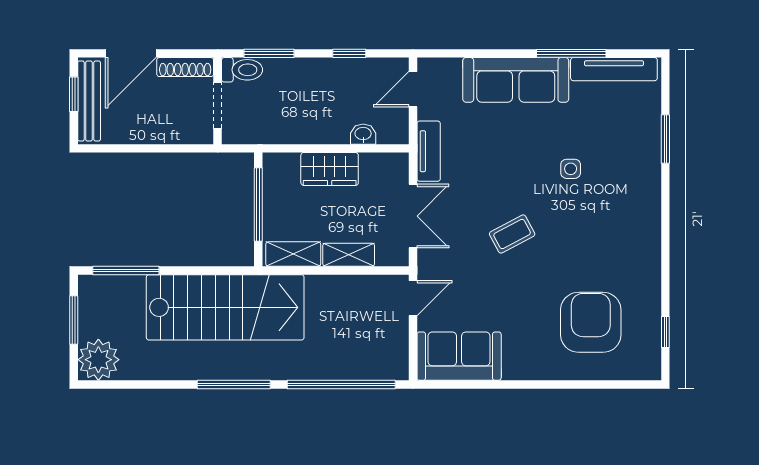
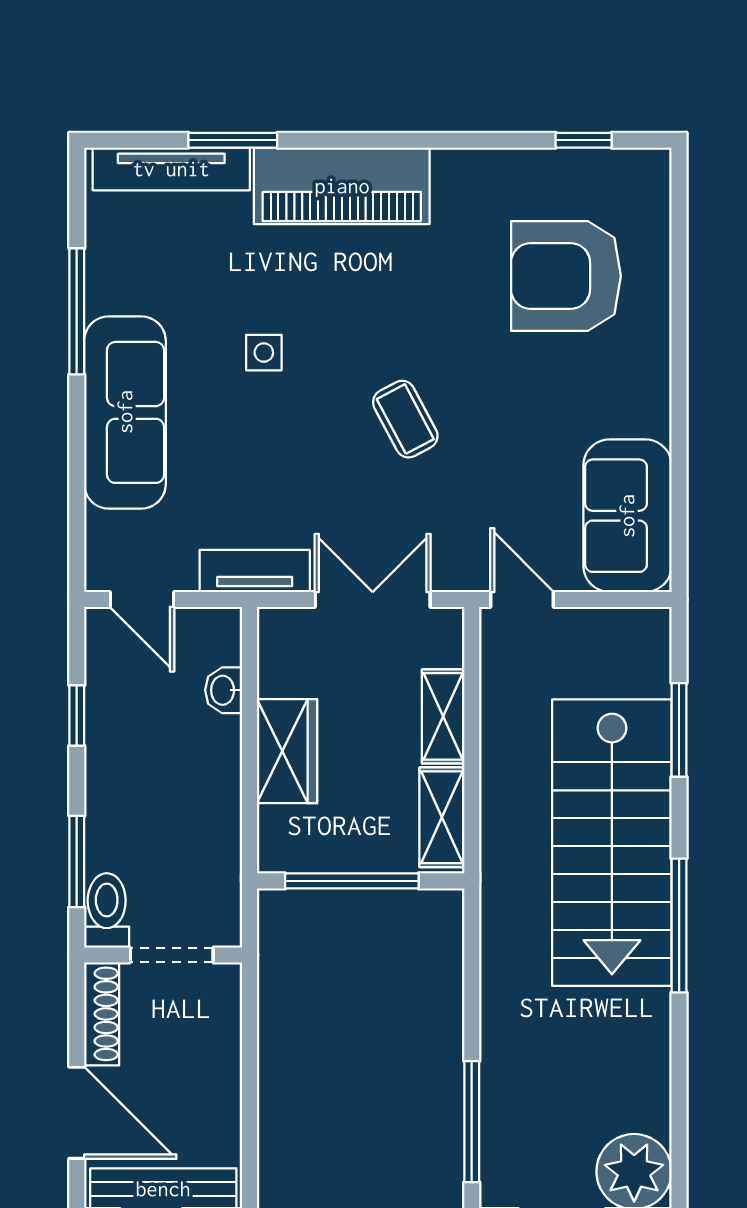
tv unit: (614, 69) -> (171, 169), moved, turned 90
side table: (571, 169) -> (264, 353), moved
piano: (640, 199) -> (342, 186), added
stairs: (225, 307) -> (612, 843), moved, turned 180
window: (341, 384) -> (679, 730), width x0.47

